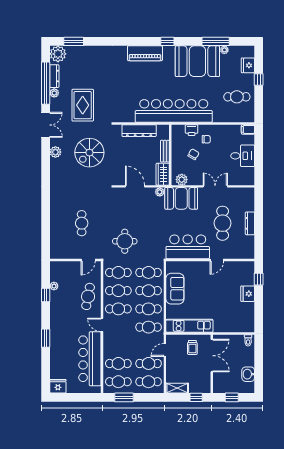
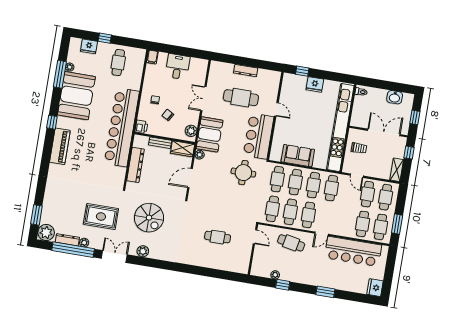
printer: (192, 130) -> (141, 127), moved
round table: (125, 241) -> (243, 173), moved
kitchen unit: (189, 326) -> (340, 128), width x1.86
double door: (212, 356) -> (384, 132), moved

